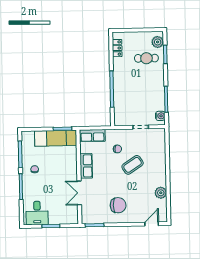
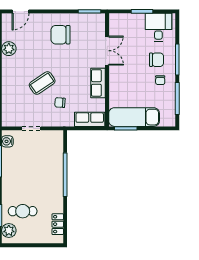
chair: (38, 186) -> (156, 60), added

